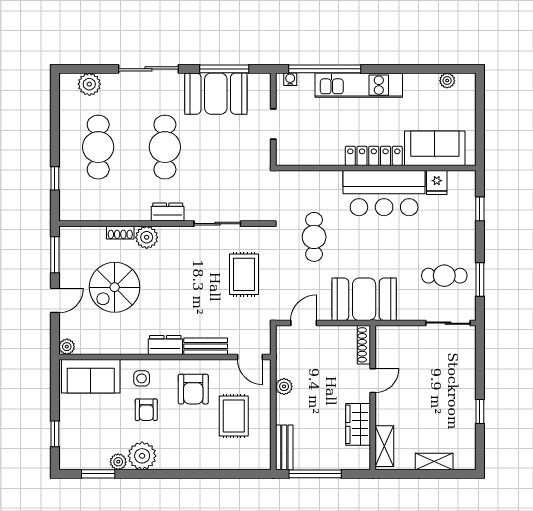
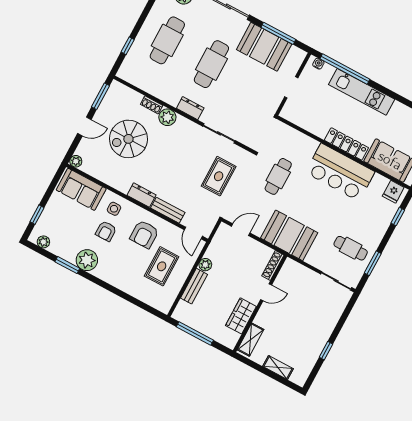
fridge: (437, 182) -> (393, 192), moved
bench: (284, 447) -> (194, 286), moved
plant: (118, 462) -> (43, 242), moved
window: (98, 474) -> (67, 265), moved

